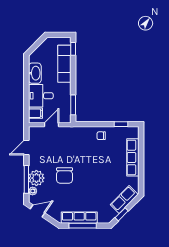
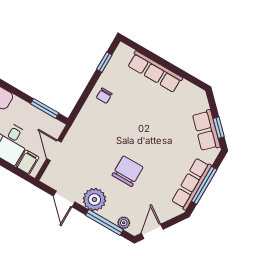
chair: (65, 175) -> (128, 171), turned -90
plant: (36, 178) -> (94, 199), moved
row of seats: (124, 200) -> (206, 130), moved

